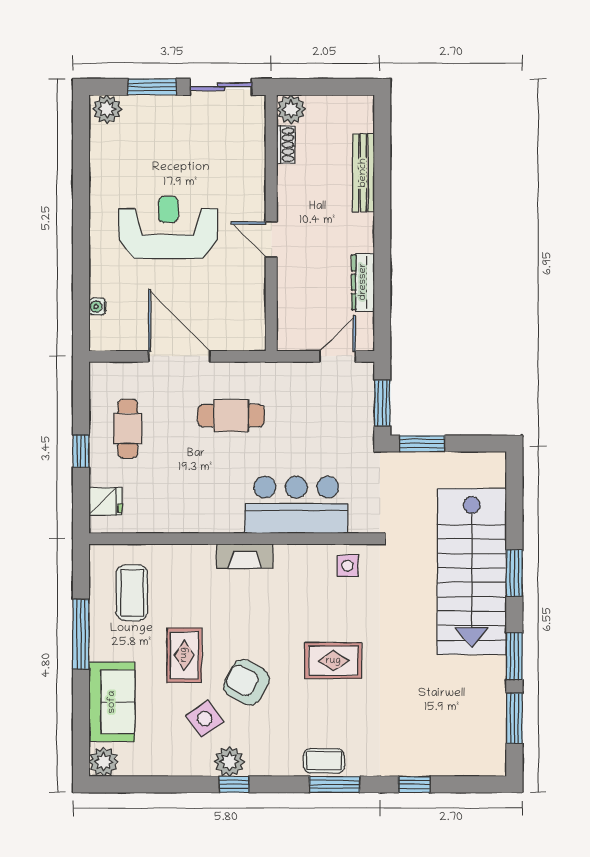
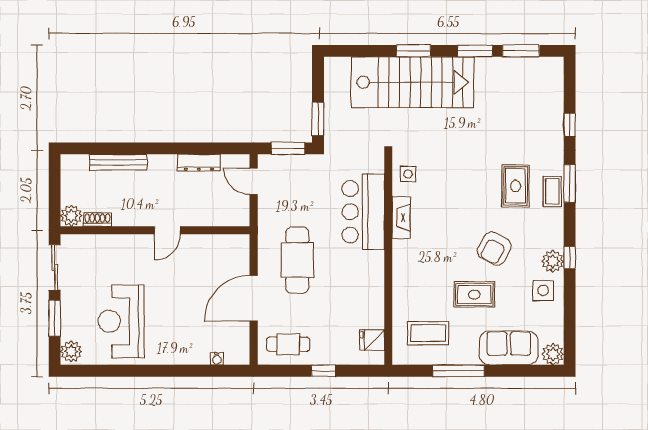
reception desk: (168, 227) -> (121, 321), moved
cafe table: (231, 416) -> (297, 260), width x1.37, depth x1.35
cafe table: (128, 429) -> (288, 344), moved
fridge: (105, 501) -> (372, 340), moved, turned -90
fireplace: (245, 556) -> (401, 218), moved
rug: (333, 661) -> (516, 186), moved
side table: (205, 719) -> (543, 291), moved, turned 36

